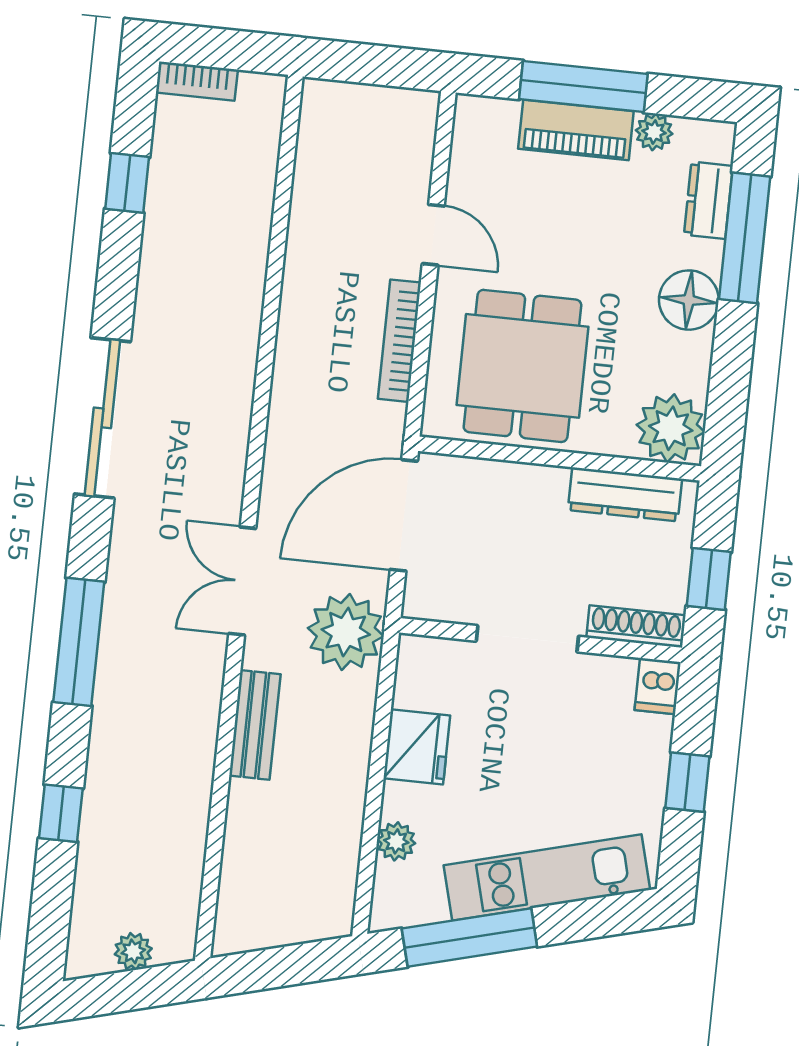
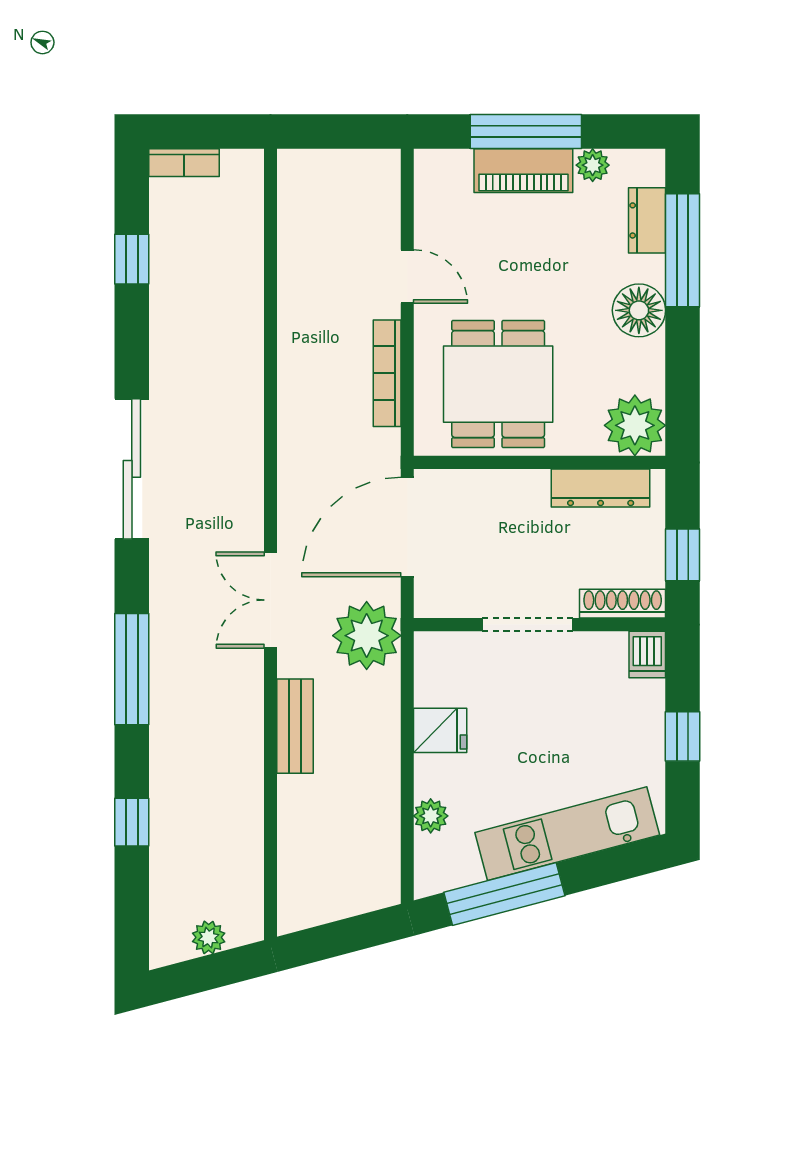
fridge: (417, 747) -> (440, 730), width x0.72

